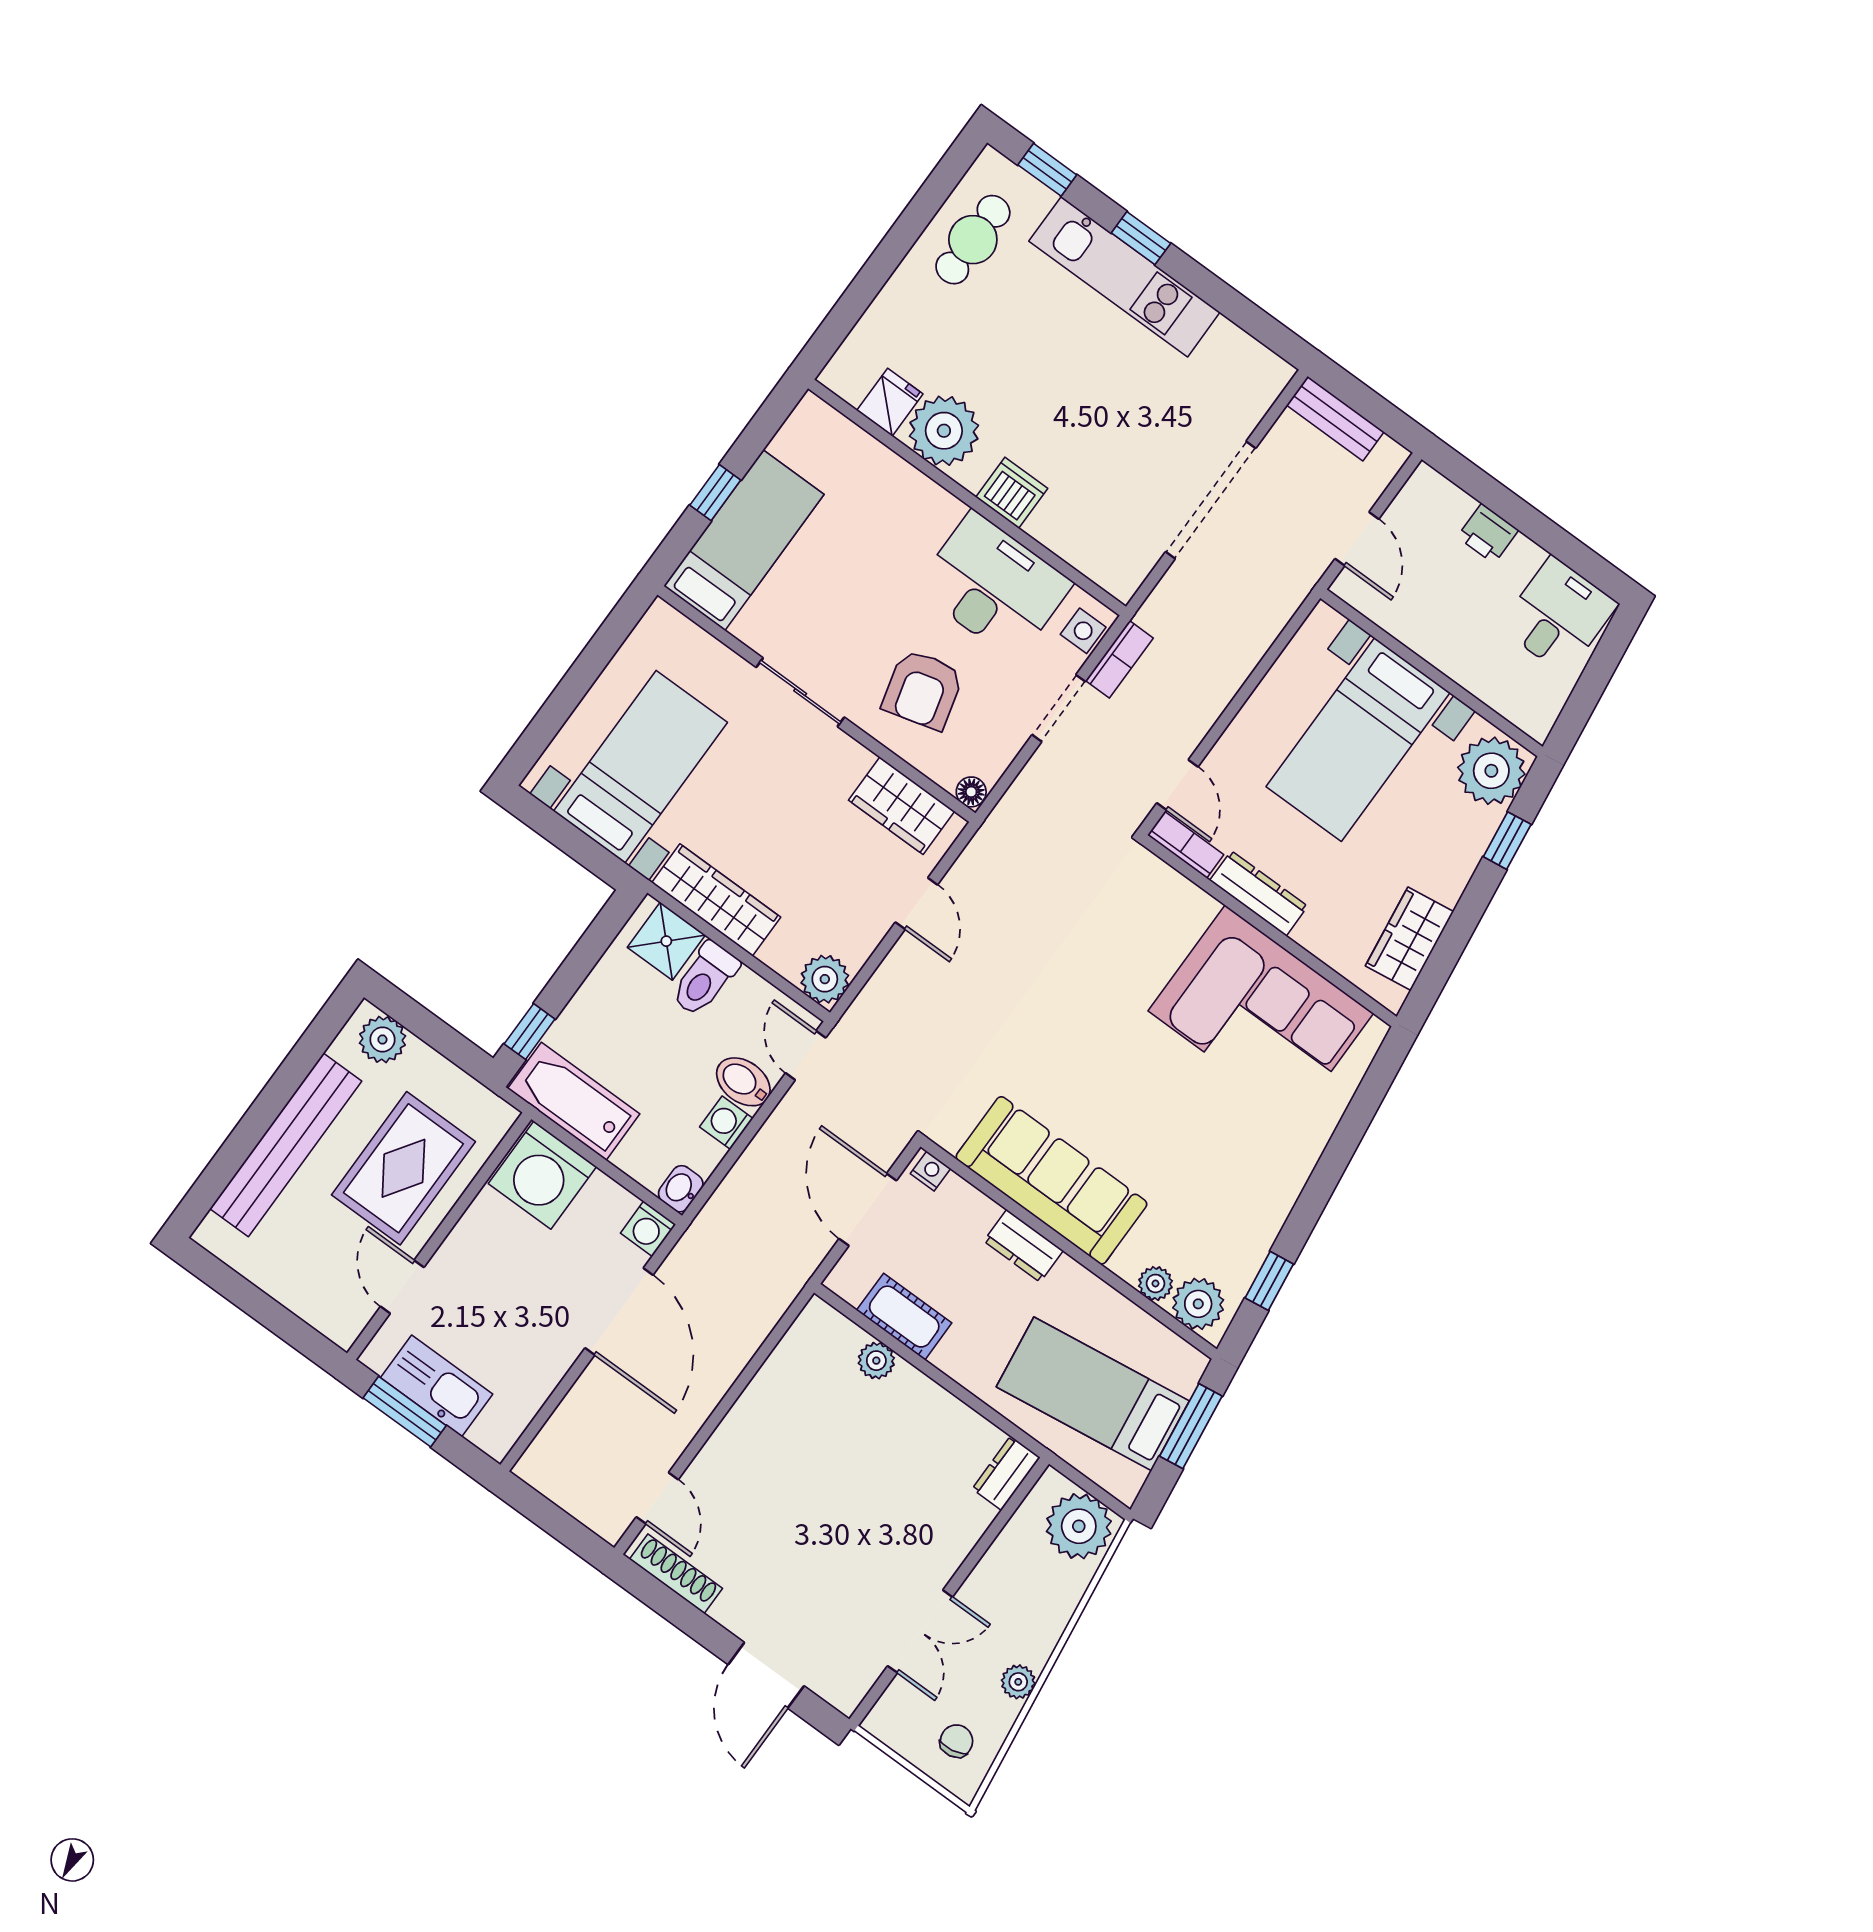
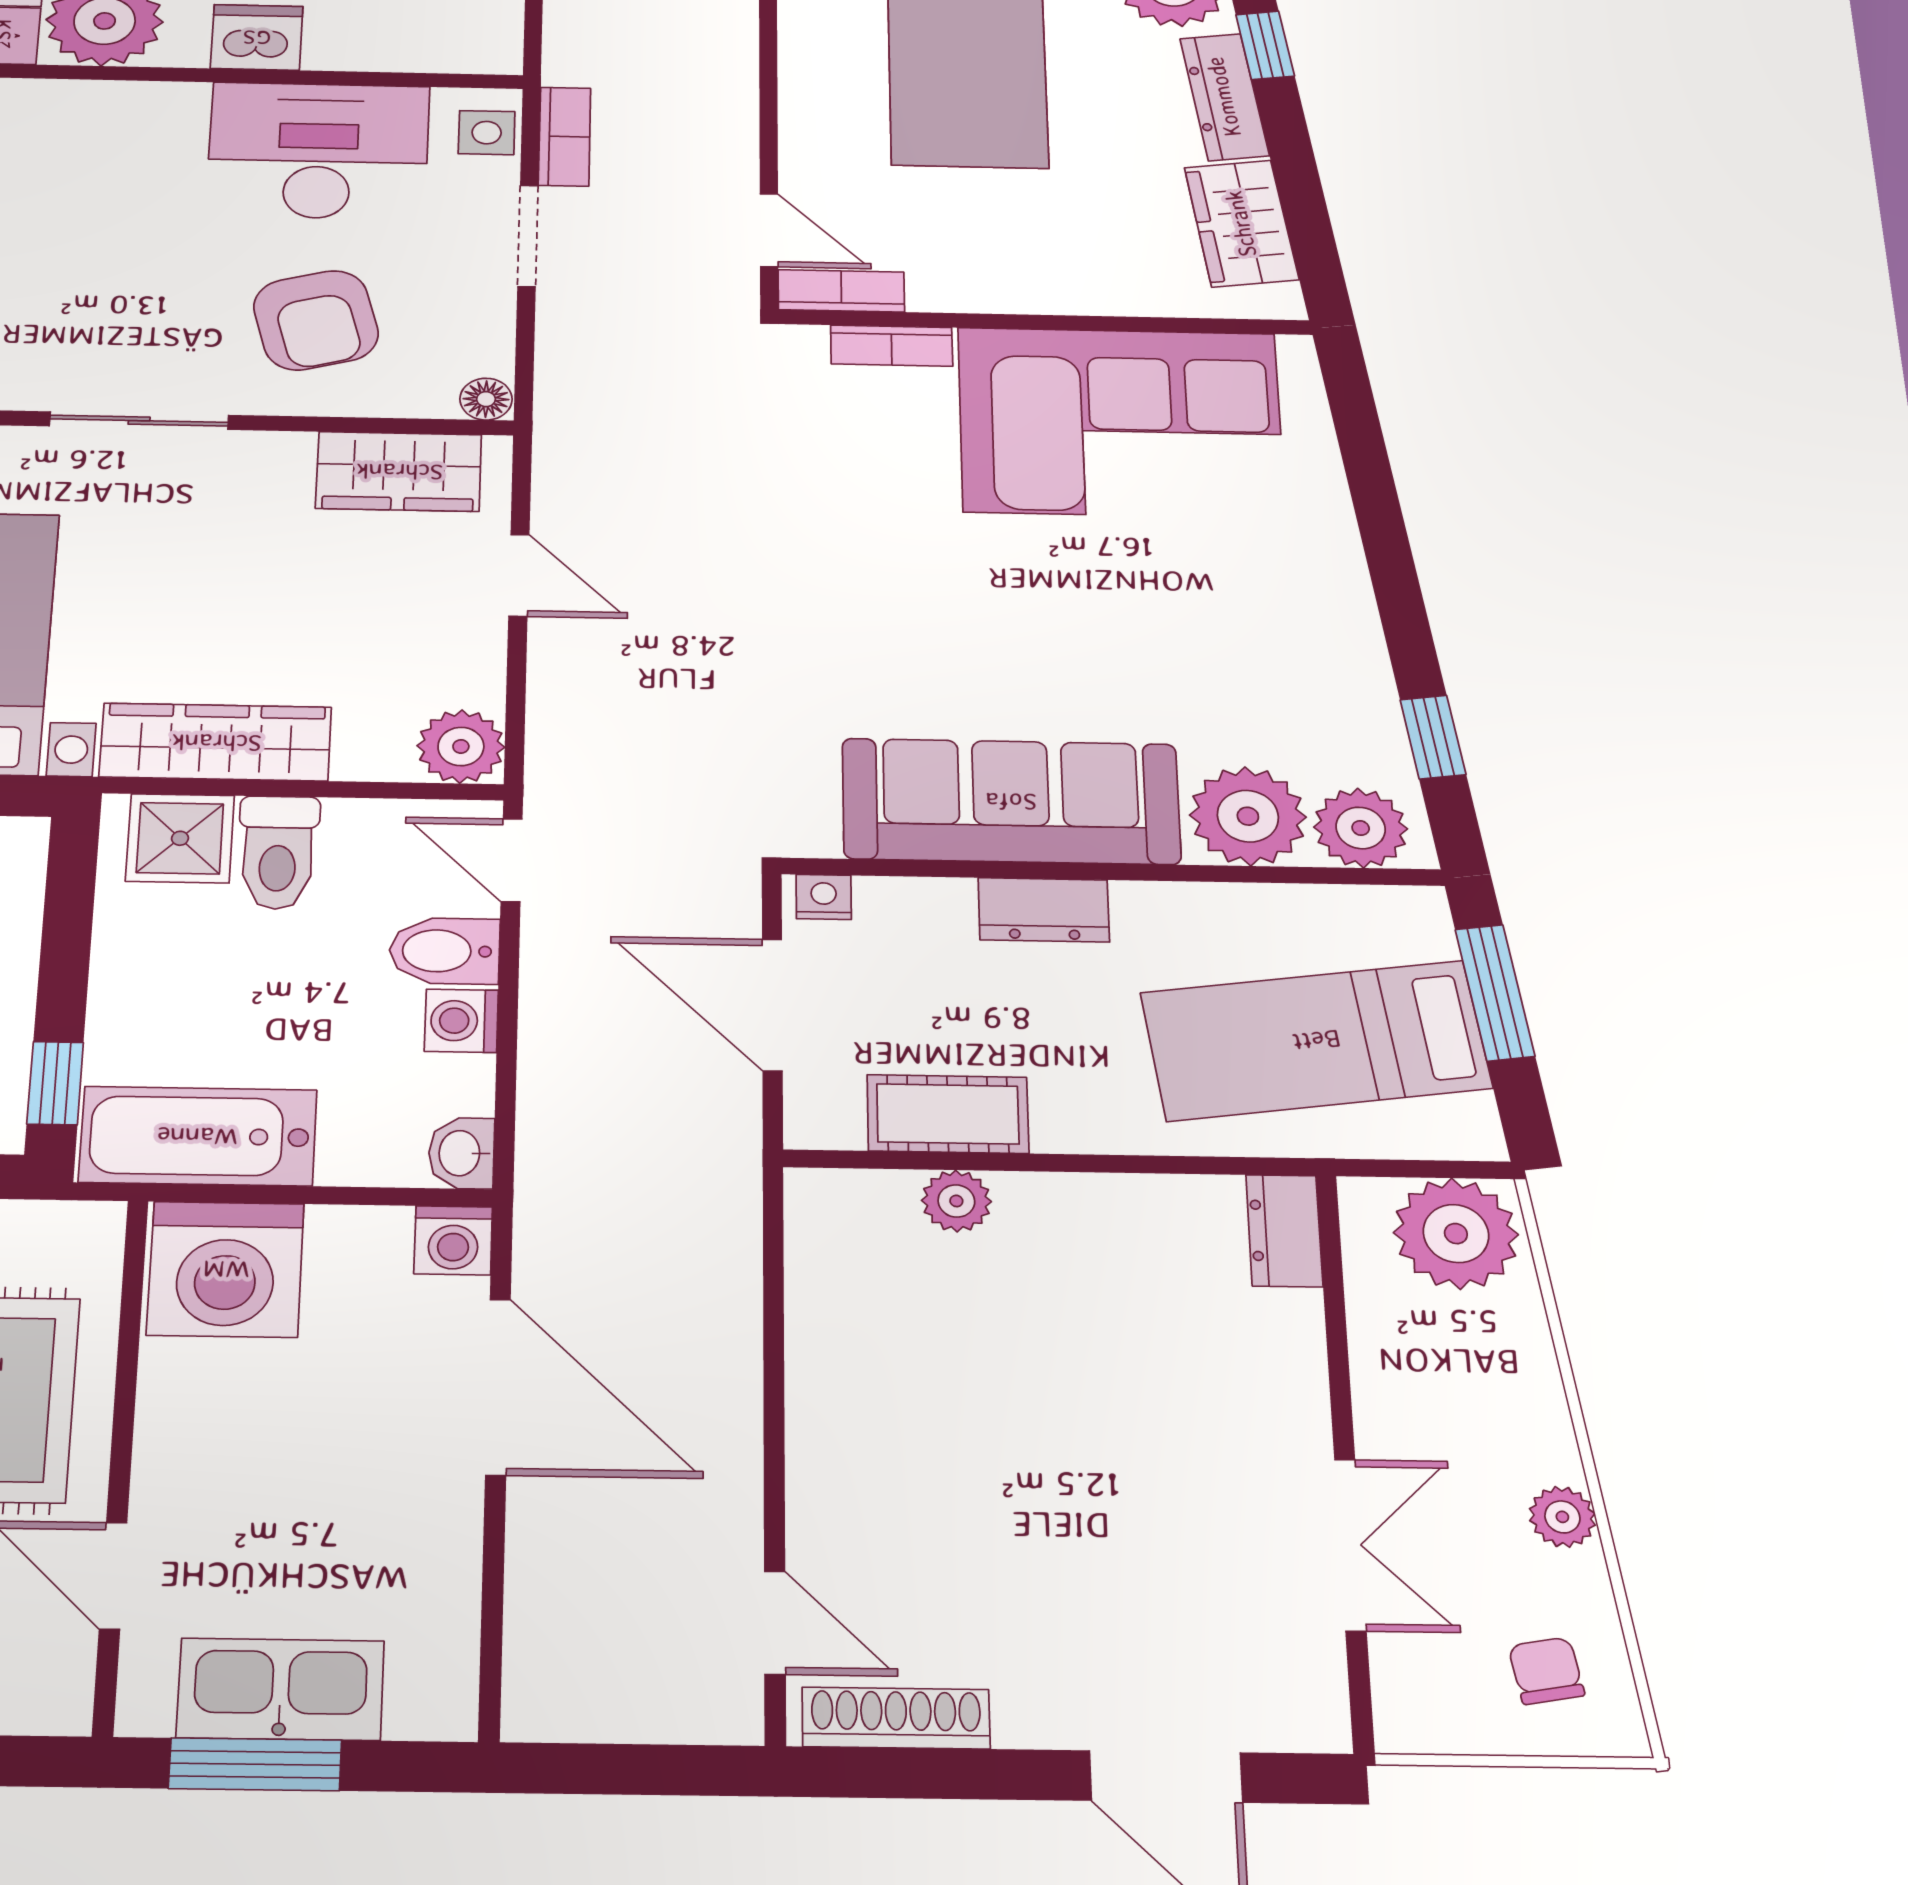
bookcase: (1186, 893) -> (892, 346), added
dresser: (1259, 893) -> (1224, 97), moved, turned -98
plant: (1155, 1283) -> (1248, 816), width x1.88, depth x1.88

